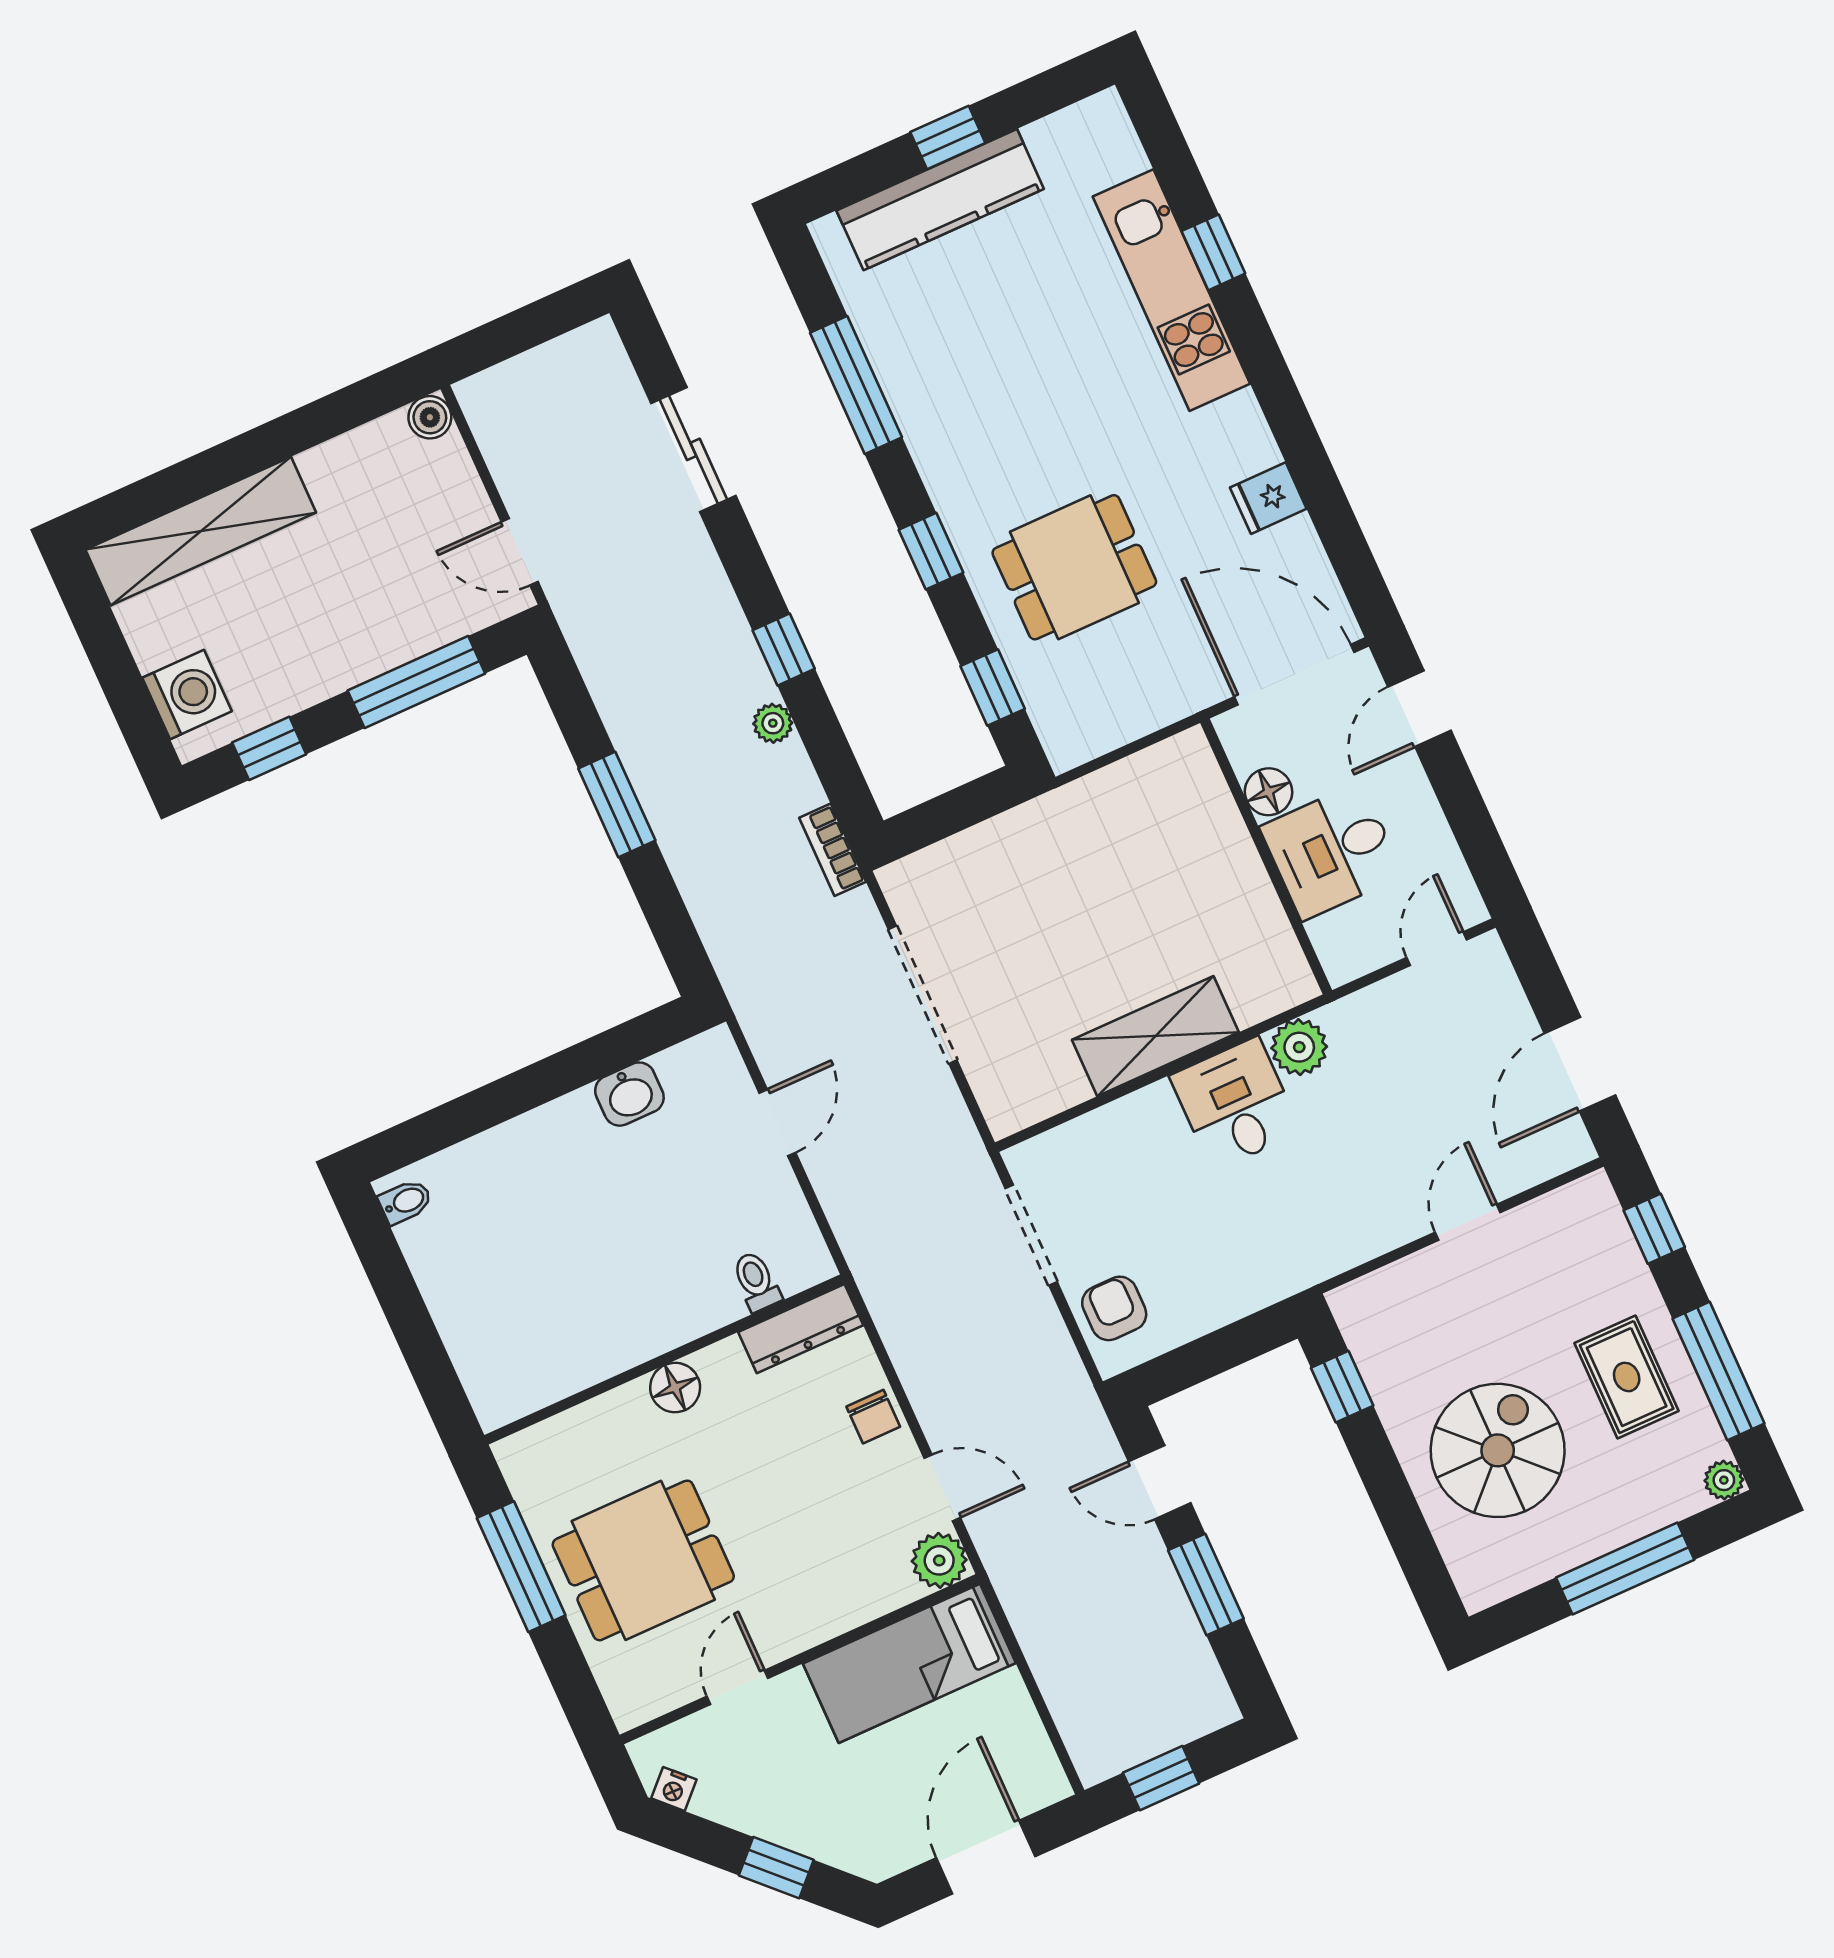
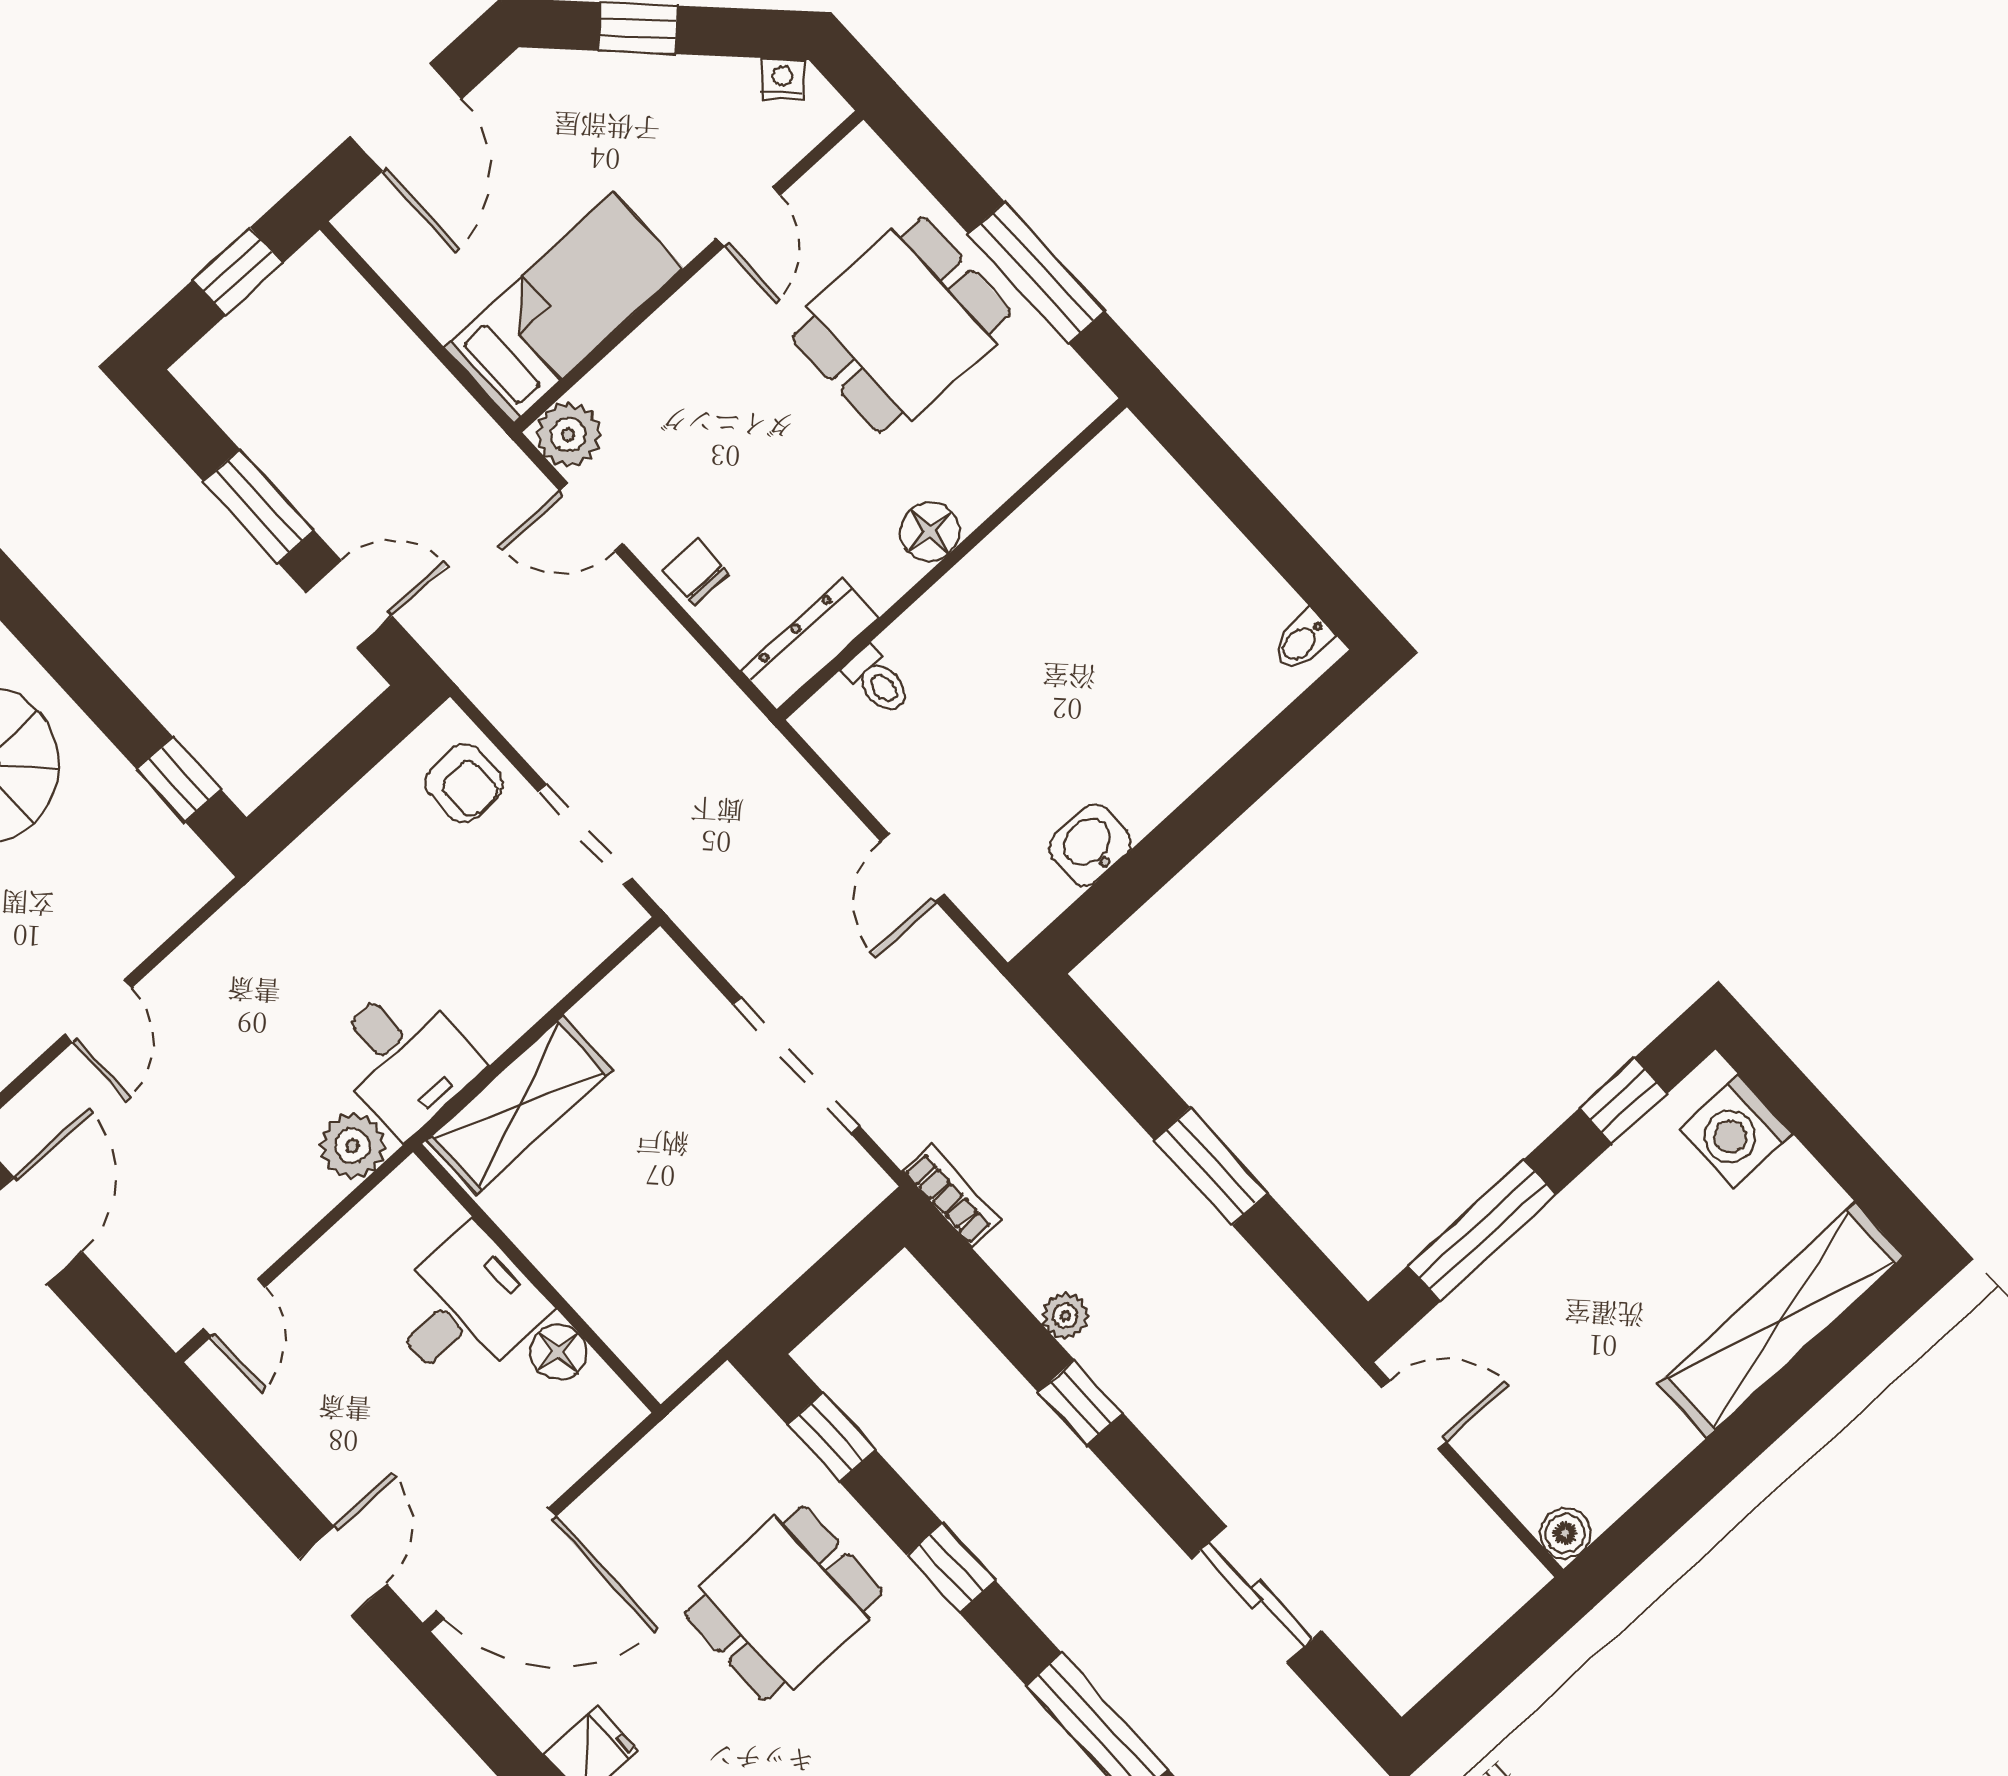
floor lamp: (1268, 792) -> (558, 1352), moved
desk: (1332, 851) -> (465, 1308), moved
wall: (1266, 856) -> (537, 1278), moved

